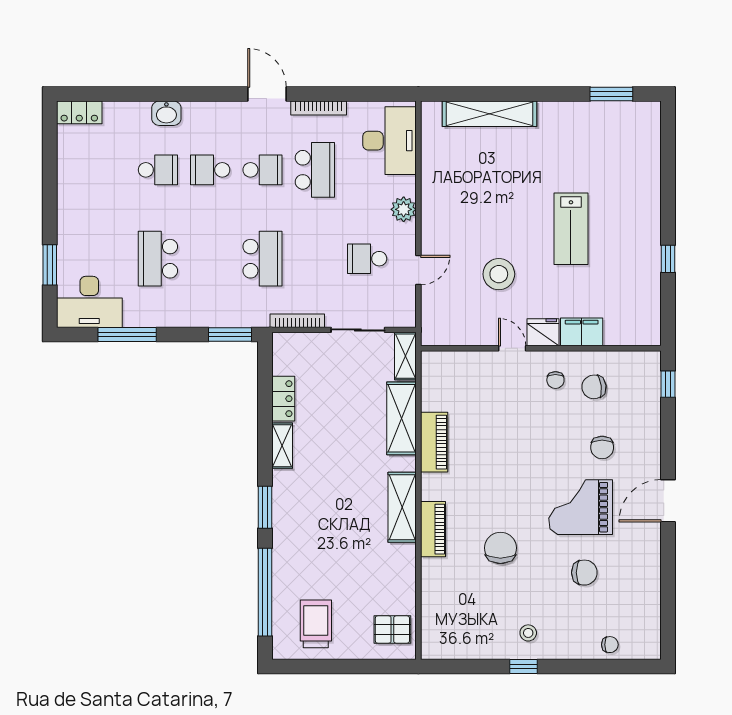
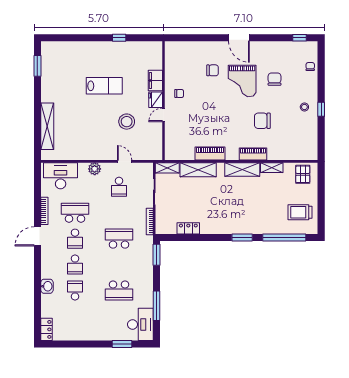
school desk: (263, 170) -> (75, 239), turned 180
window: (668, 384) -> (300, 38), moved
chair: (594, 387) -> (183, 74), removed
shelving: (282, 446) -> (272, 168), moved

